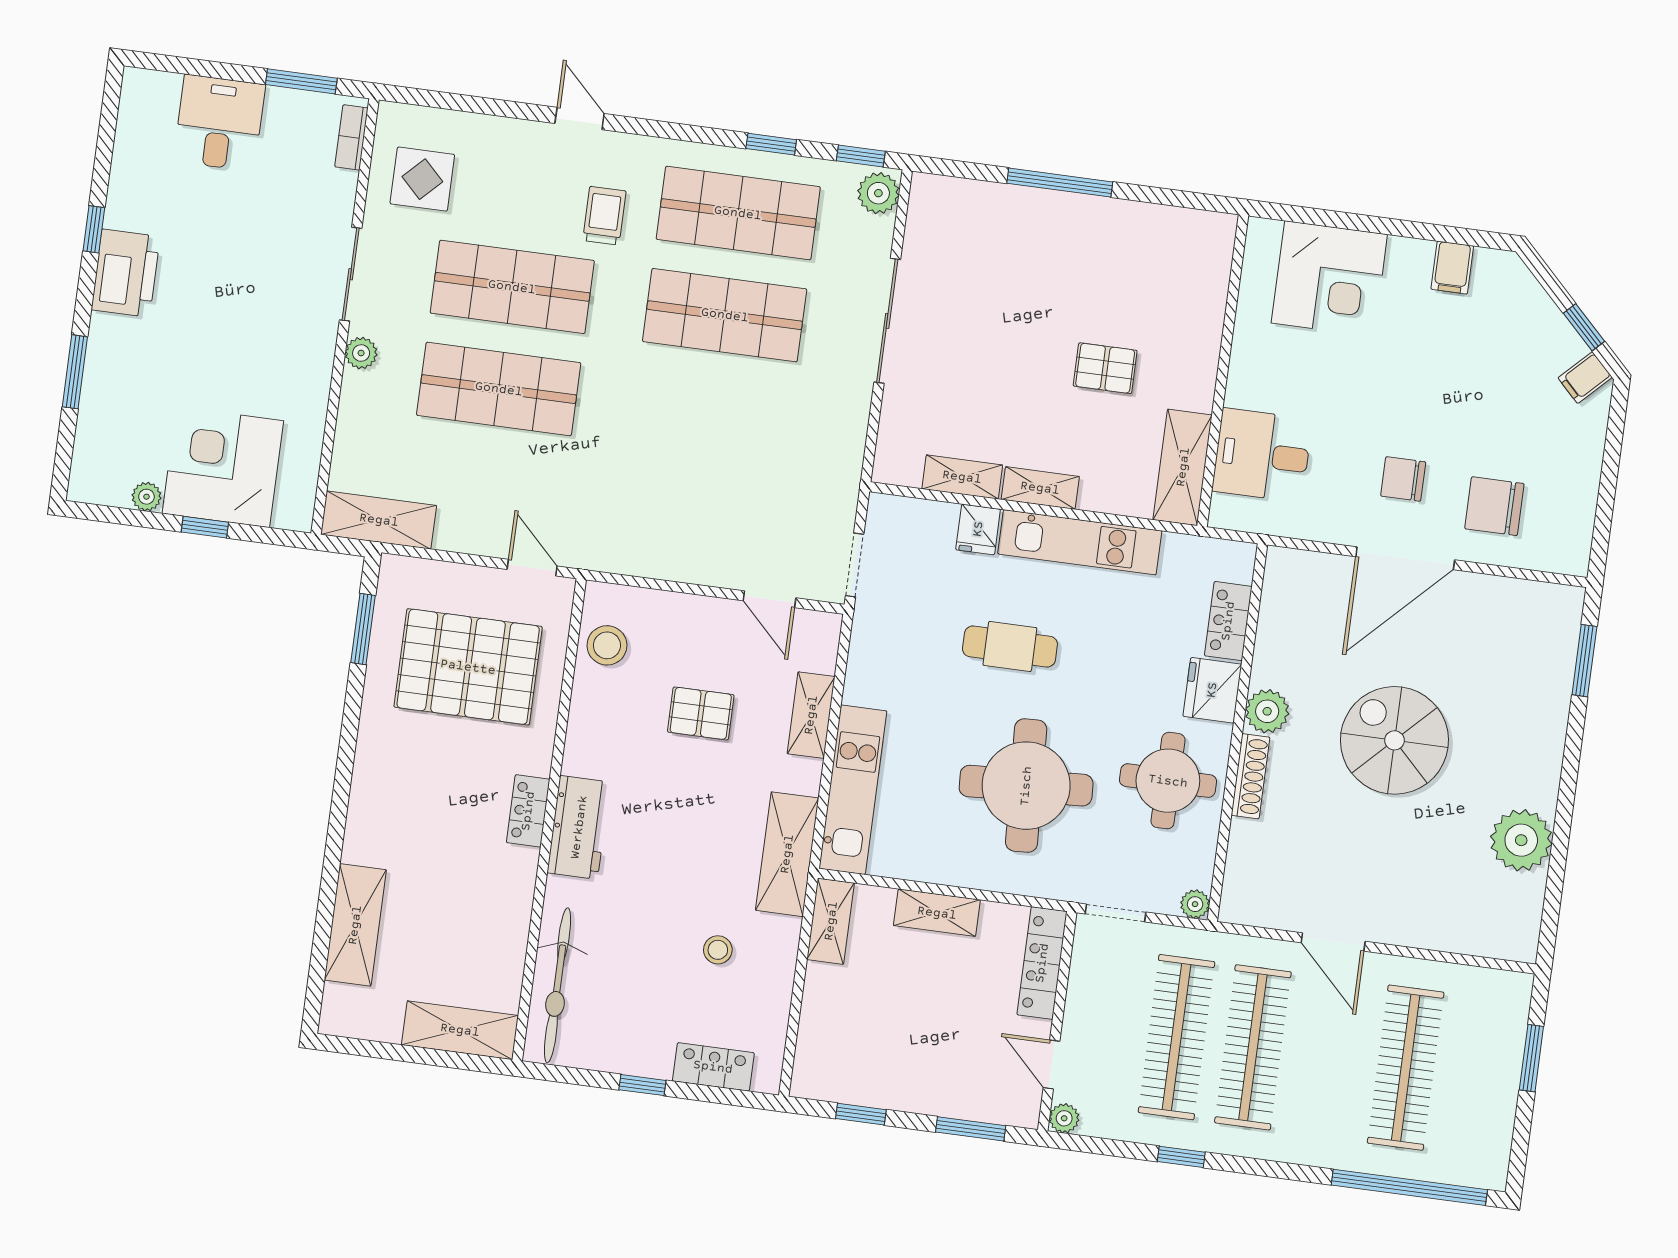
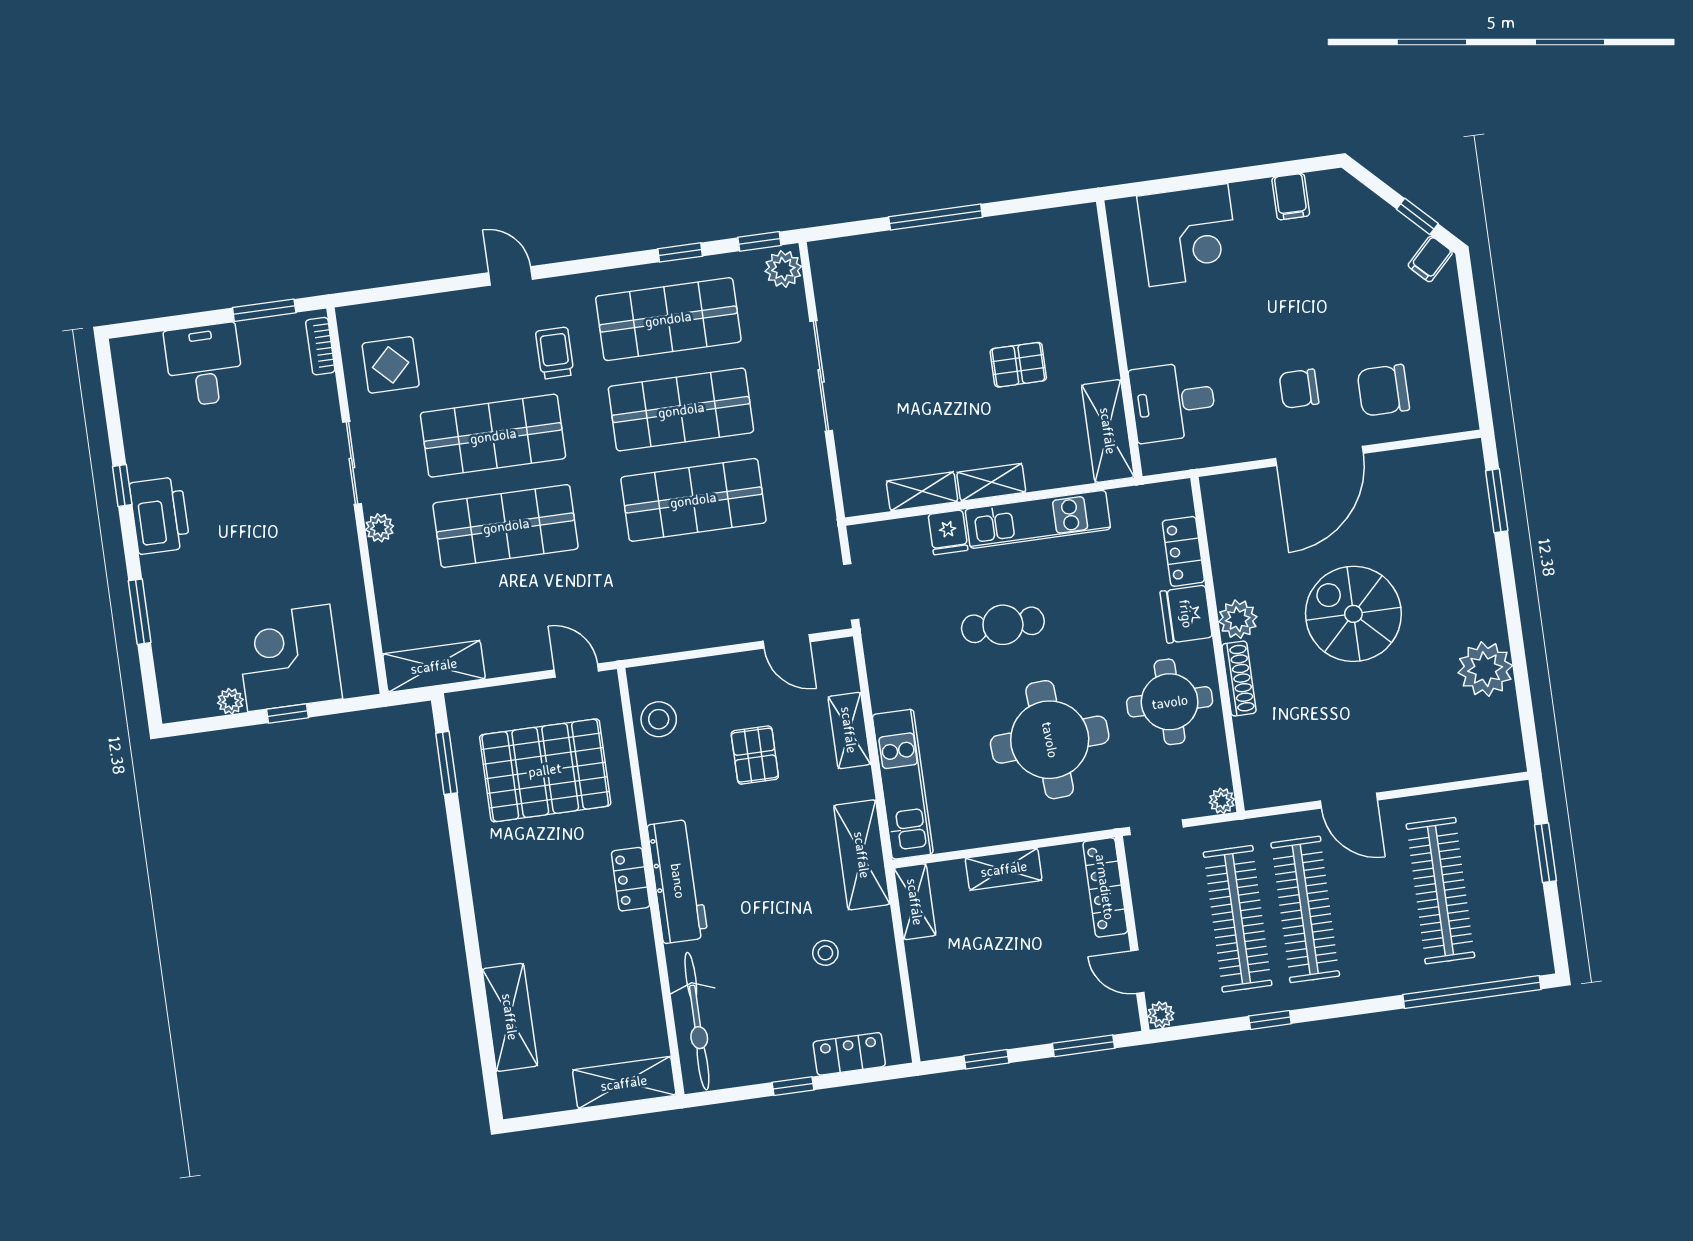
shop shelf: (711, 417) -> (693, 500), added
pallet: (701, 713) -> (755, 755), turned 90
workbench: (579, 827) -> (678, 881), width x1.37

